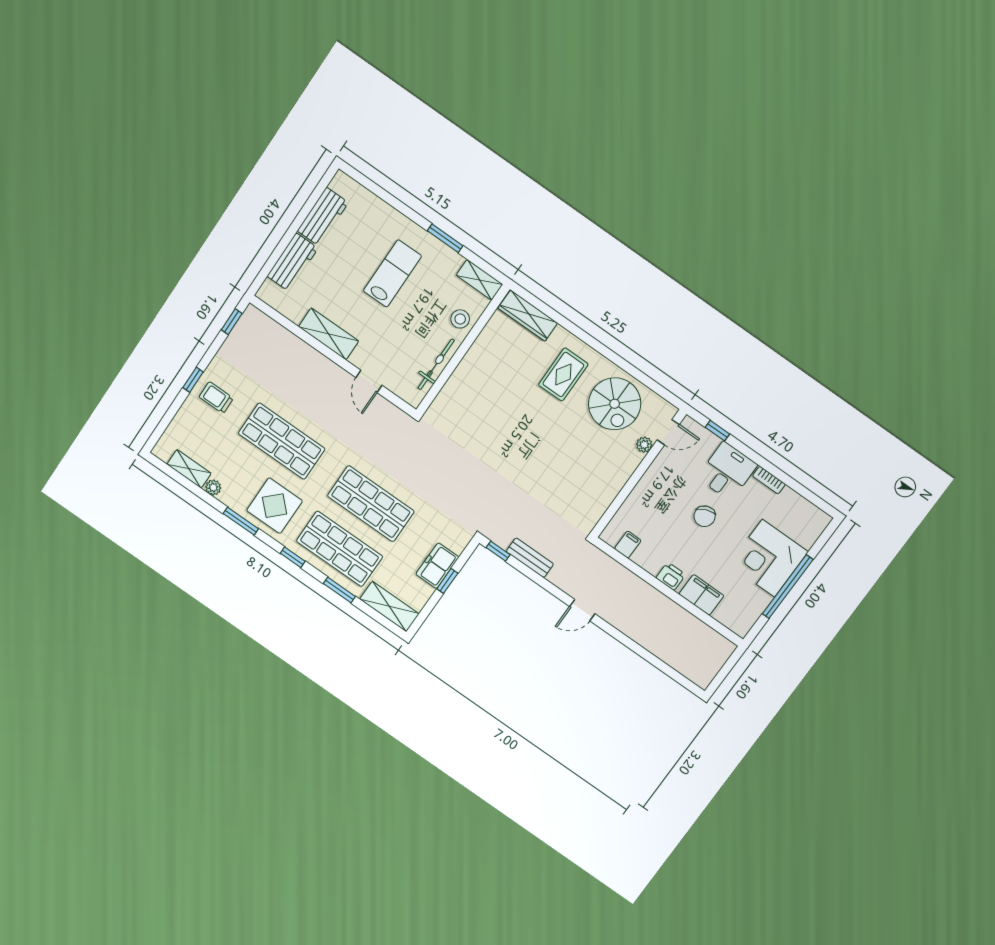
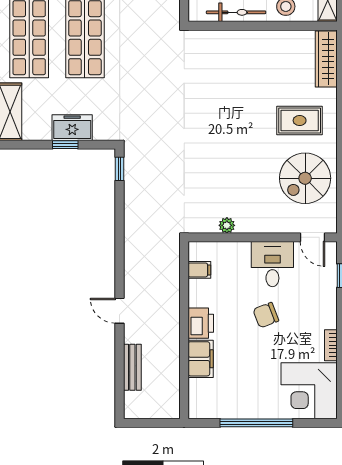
plant: (644, 445) -> (227, 225), moved
desk: (727, 471) -> (272, 264), moved, turned -90
bench: (530, 558) -> (132, 367), moved
corner desk: (768, 558) -> (309, 391), moved, turned -90
printer: (671, 576) -> (201, 323), width x1.36, depth x1.24
door: (582, 610) -> (120, 311), moved

